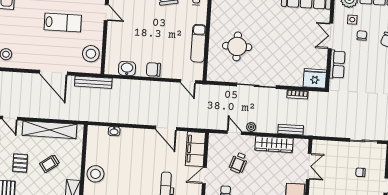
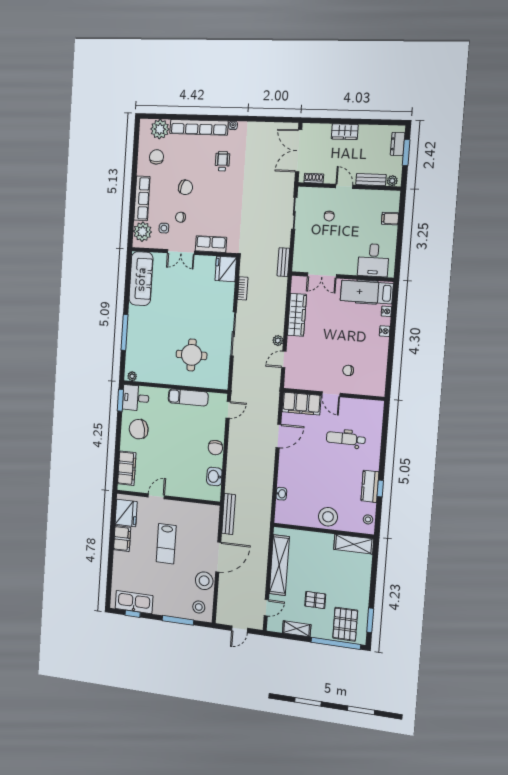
lab bench: (63, 23) -> (166, 544), turned 180
stool: (91, 54) -> (204, 581), moved
bench: (291, 130) -> (283, 262), moved
wheelchair: (238, 163) -> (317, 355), removed
trolley: (50, 164) -> (316, 567), removed
double door: (309, 166) -> (322, 275), swing flipped

